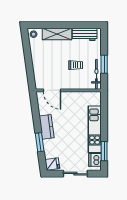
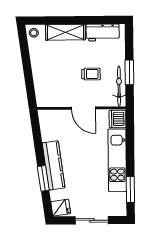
door: (52, 90) -> (83, 108), moved
kitchen counter: (47, 127) -> (54, 165), width x1.50
dishwasher: (95, 160) -> (118, 119), moved

